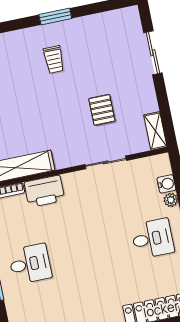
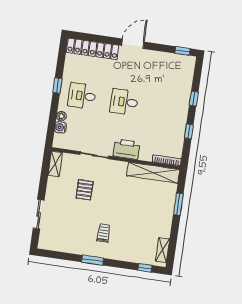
printer: (44, 191) -> (126, 149), moved
desk: (30, 264) -> (124, 102), moved

